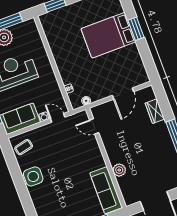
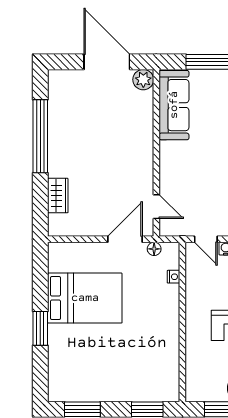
bed: (108, 35) -> (85, 298), moved
door: (123, 94) -> (125, 239), moved
plant: (119, 170) -> (143, 80), moved

